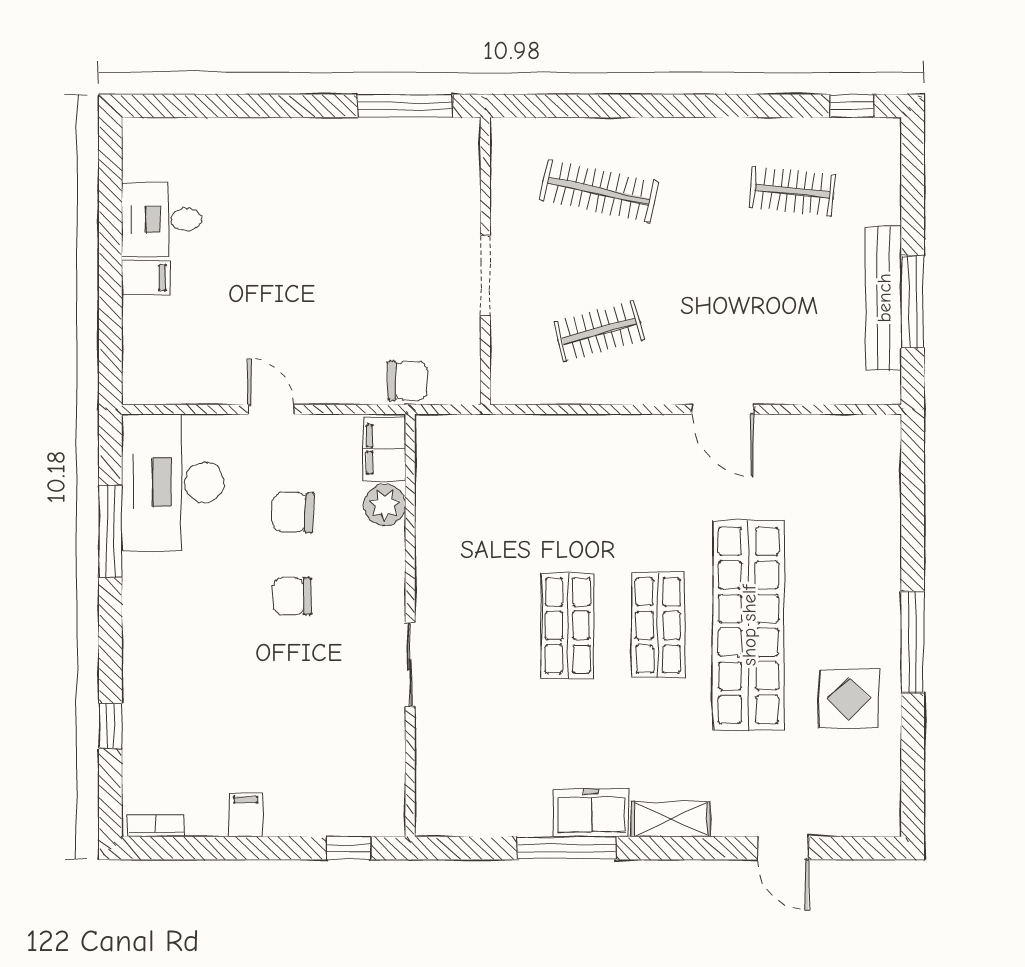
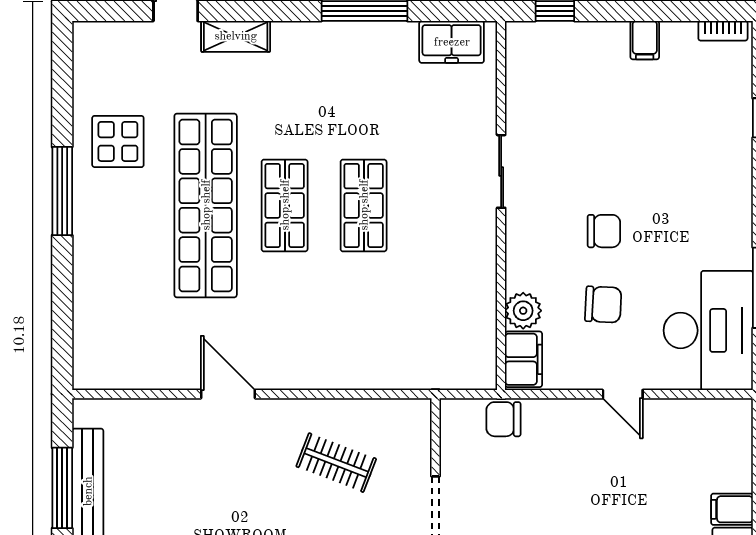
clothes rail: (599, 331) -> (336, 463), turned 36
freezer: (591, 813) -> (452, 42), moved
shelving: (671, 819) -> (236, 36), moved

